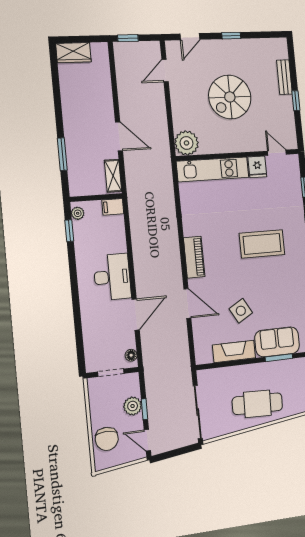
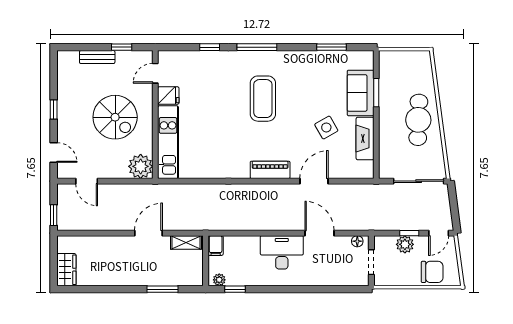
plant: (187, 143) -> (141, 166), moved
door: (277, 153) -> (155, 73), moved
wall: (238, 155) -> (155, 115), moved
fridge: (257, 167) -> (168, 96), moved
kitchen unit: (213, 169) -> (168, 142), moved

